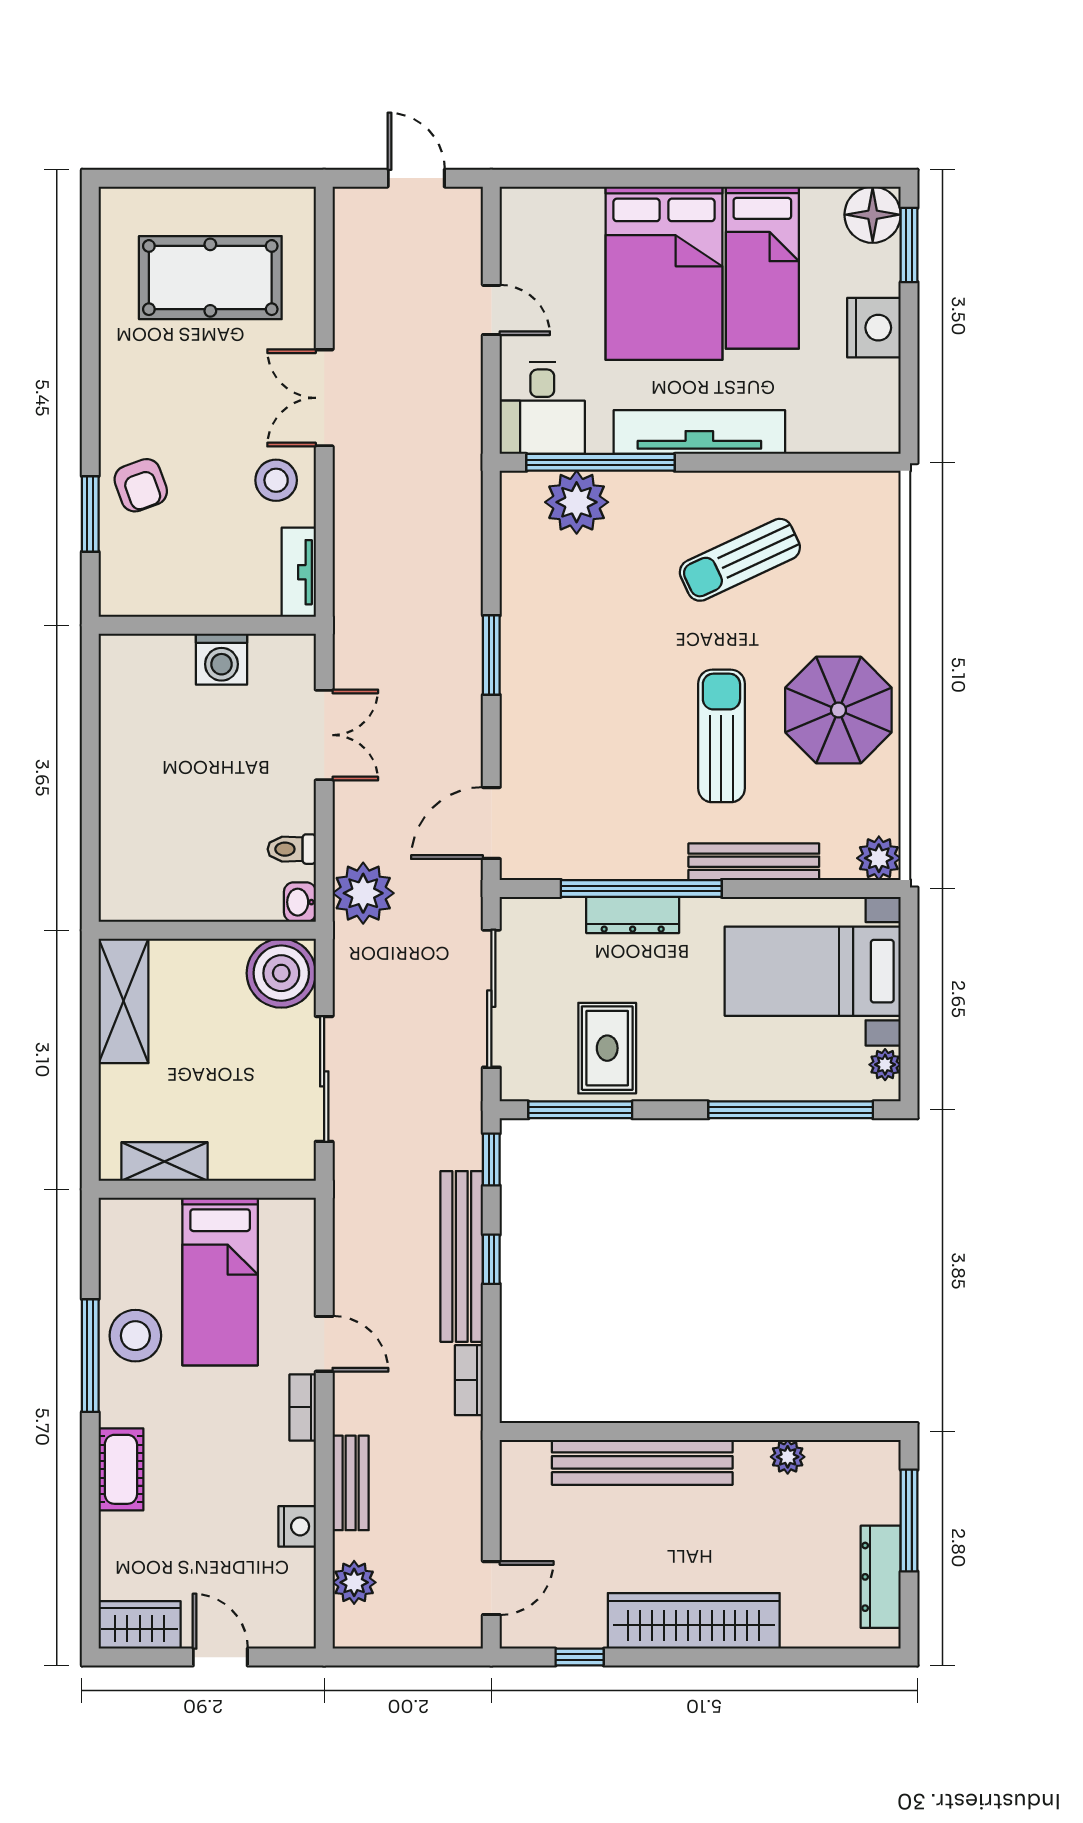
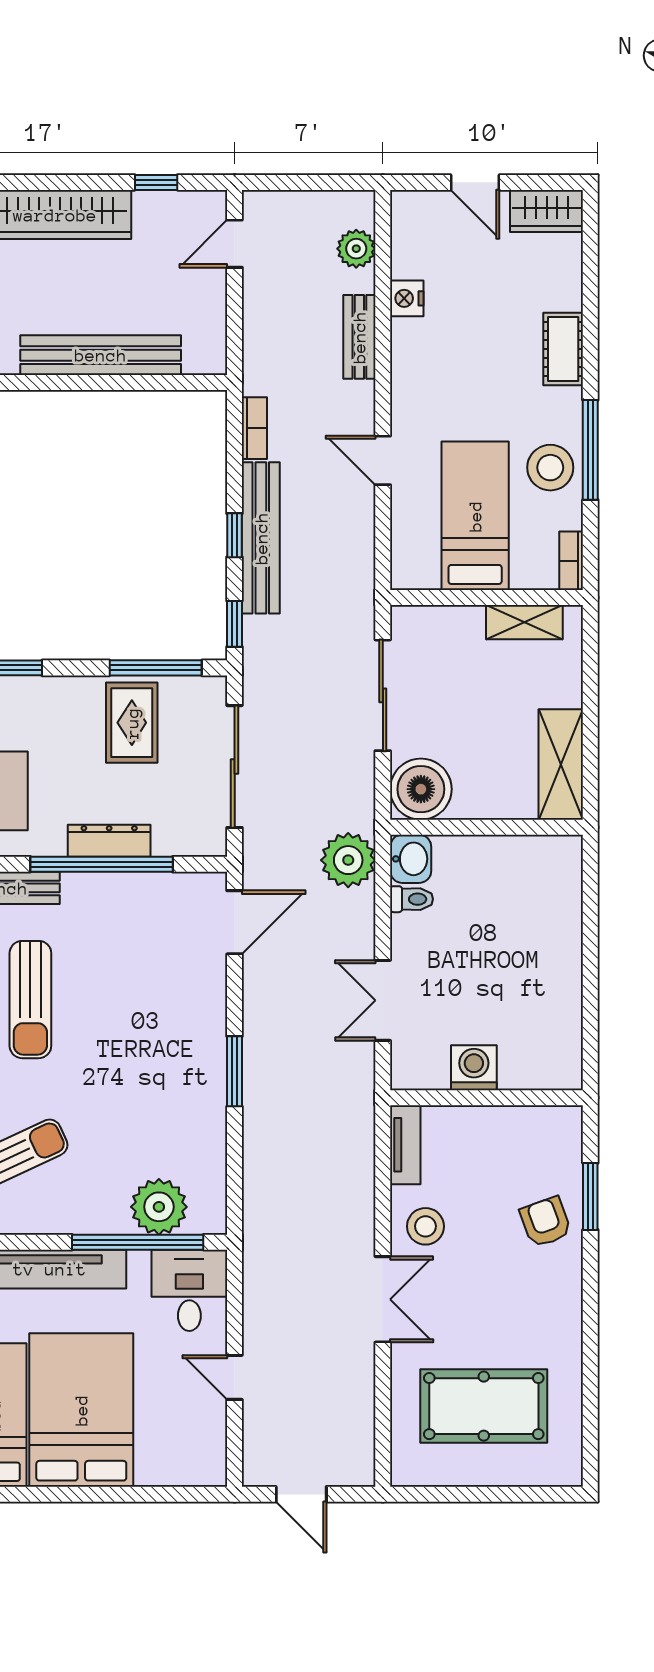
washbasin: (300, 902) -> (411, 859), width x1.38, depth x1.45
bookcase: (303, 1407) -> (571, 561), moved, turned 180

